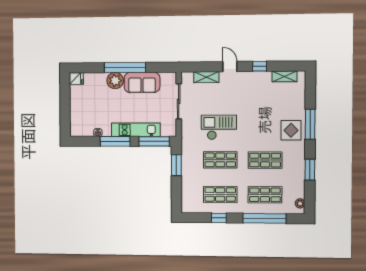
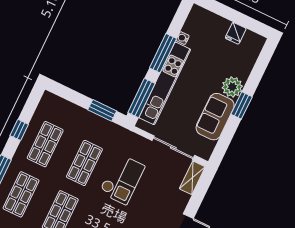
window: (125, 68) -> (242, 105), width x0.47
shelving: (206, 77) -> (192, 178), moved
fridge: (76, 79) -> (236, 33), moved
kitchen unit: (136, 130) -> (165, 83), width x1.36

